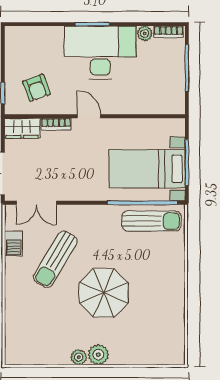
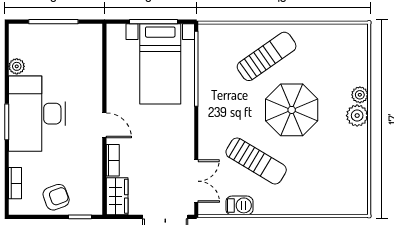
bookcase: (169, 32) -> (15, 183), moved
armchair: (36, 88) -> (56, 197), moved
door: (89, 116) -> (104, 125), swing flipped
sun lounger: (152, 221) -> (267, 56), moved, turned 55
plant: (79, 357) -> (360, 95), moved

